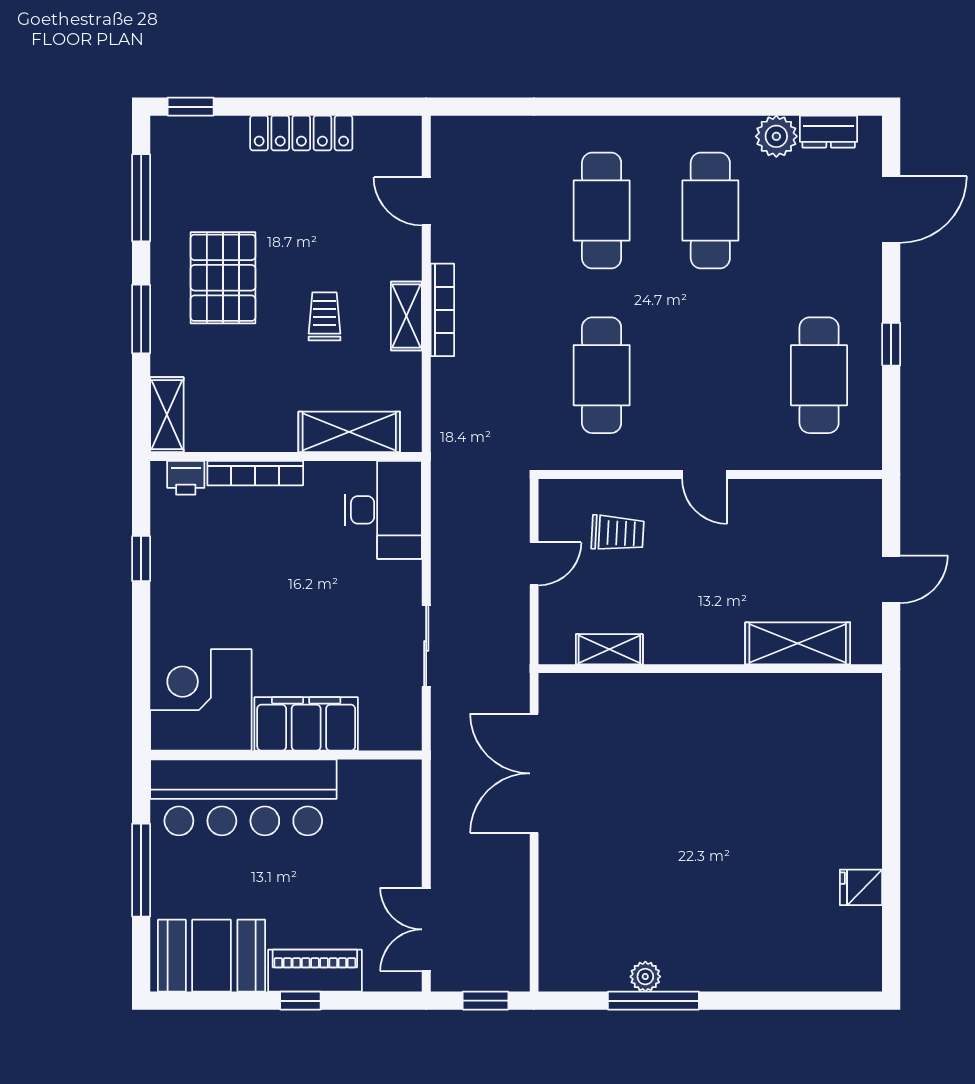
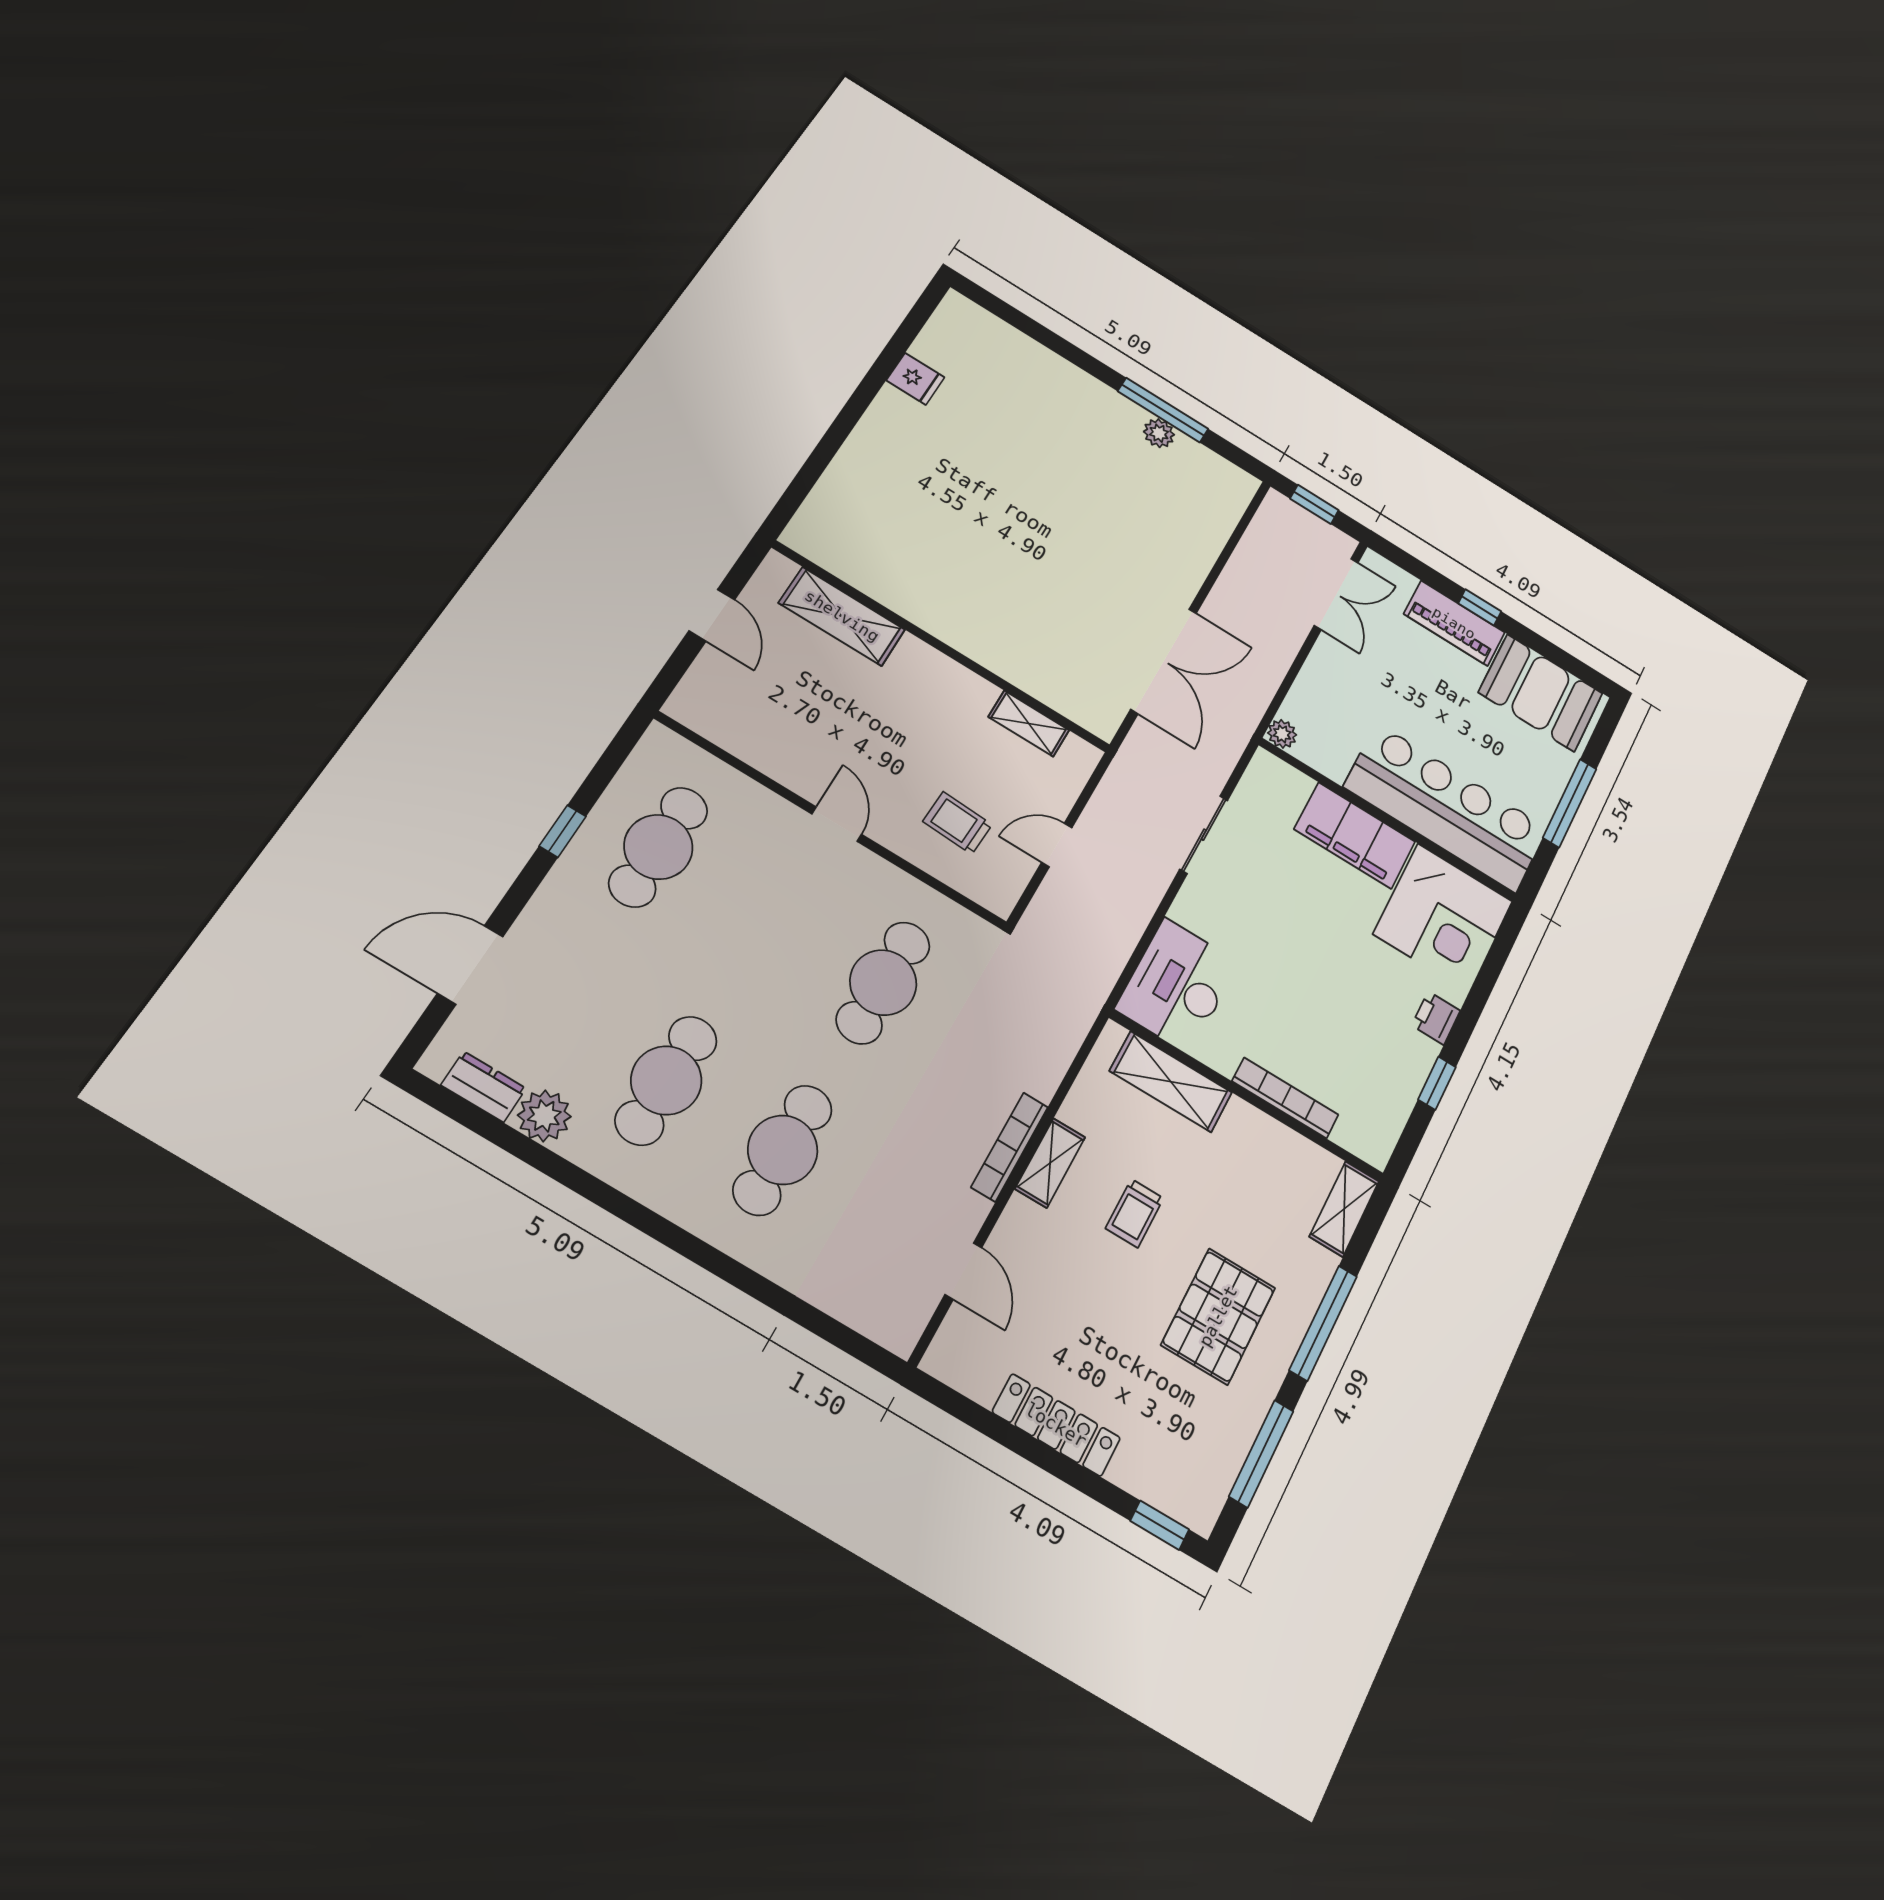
window: (141, 319) -> (1323, 1323), width x1.44
printer: (186, 478) -> (1436, 1018), moved, turned -90
door: (891, 579) -> (712, 615), swing flipped
plant: (408, 773) -> (1282, 734), added

